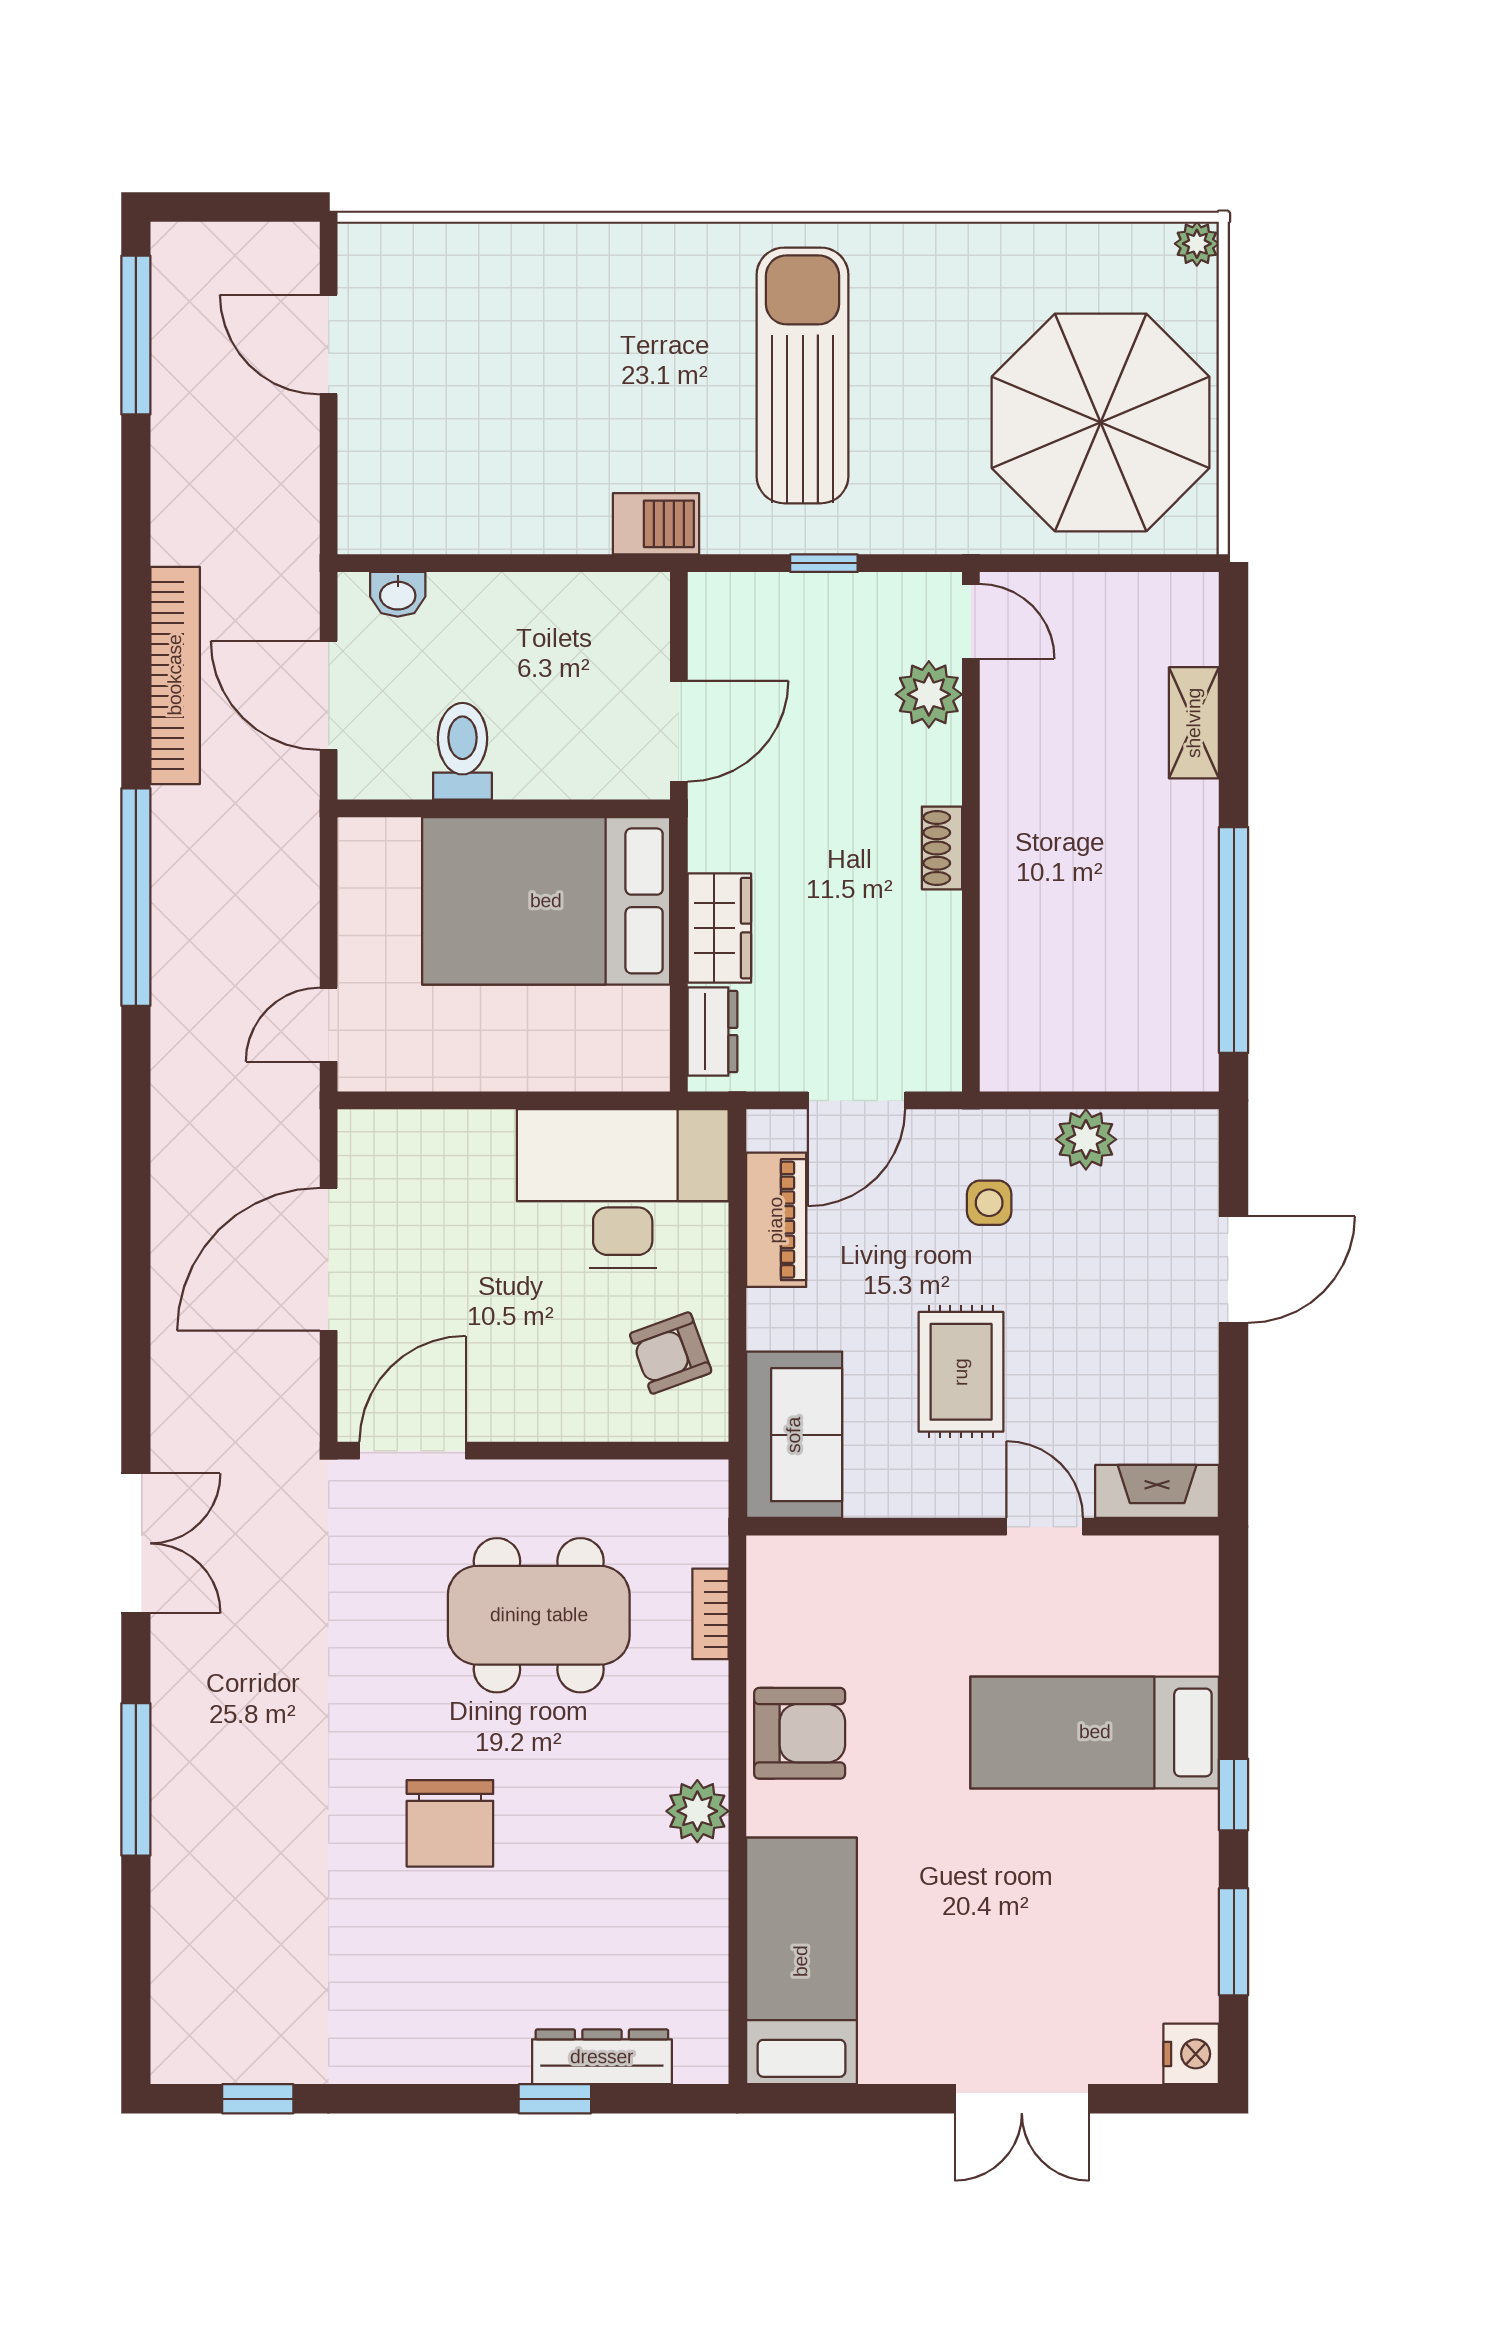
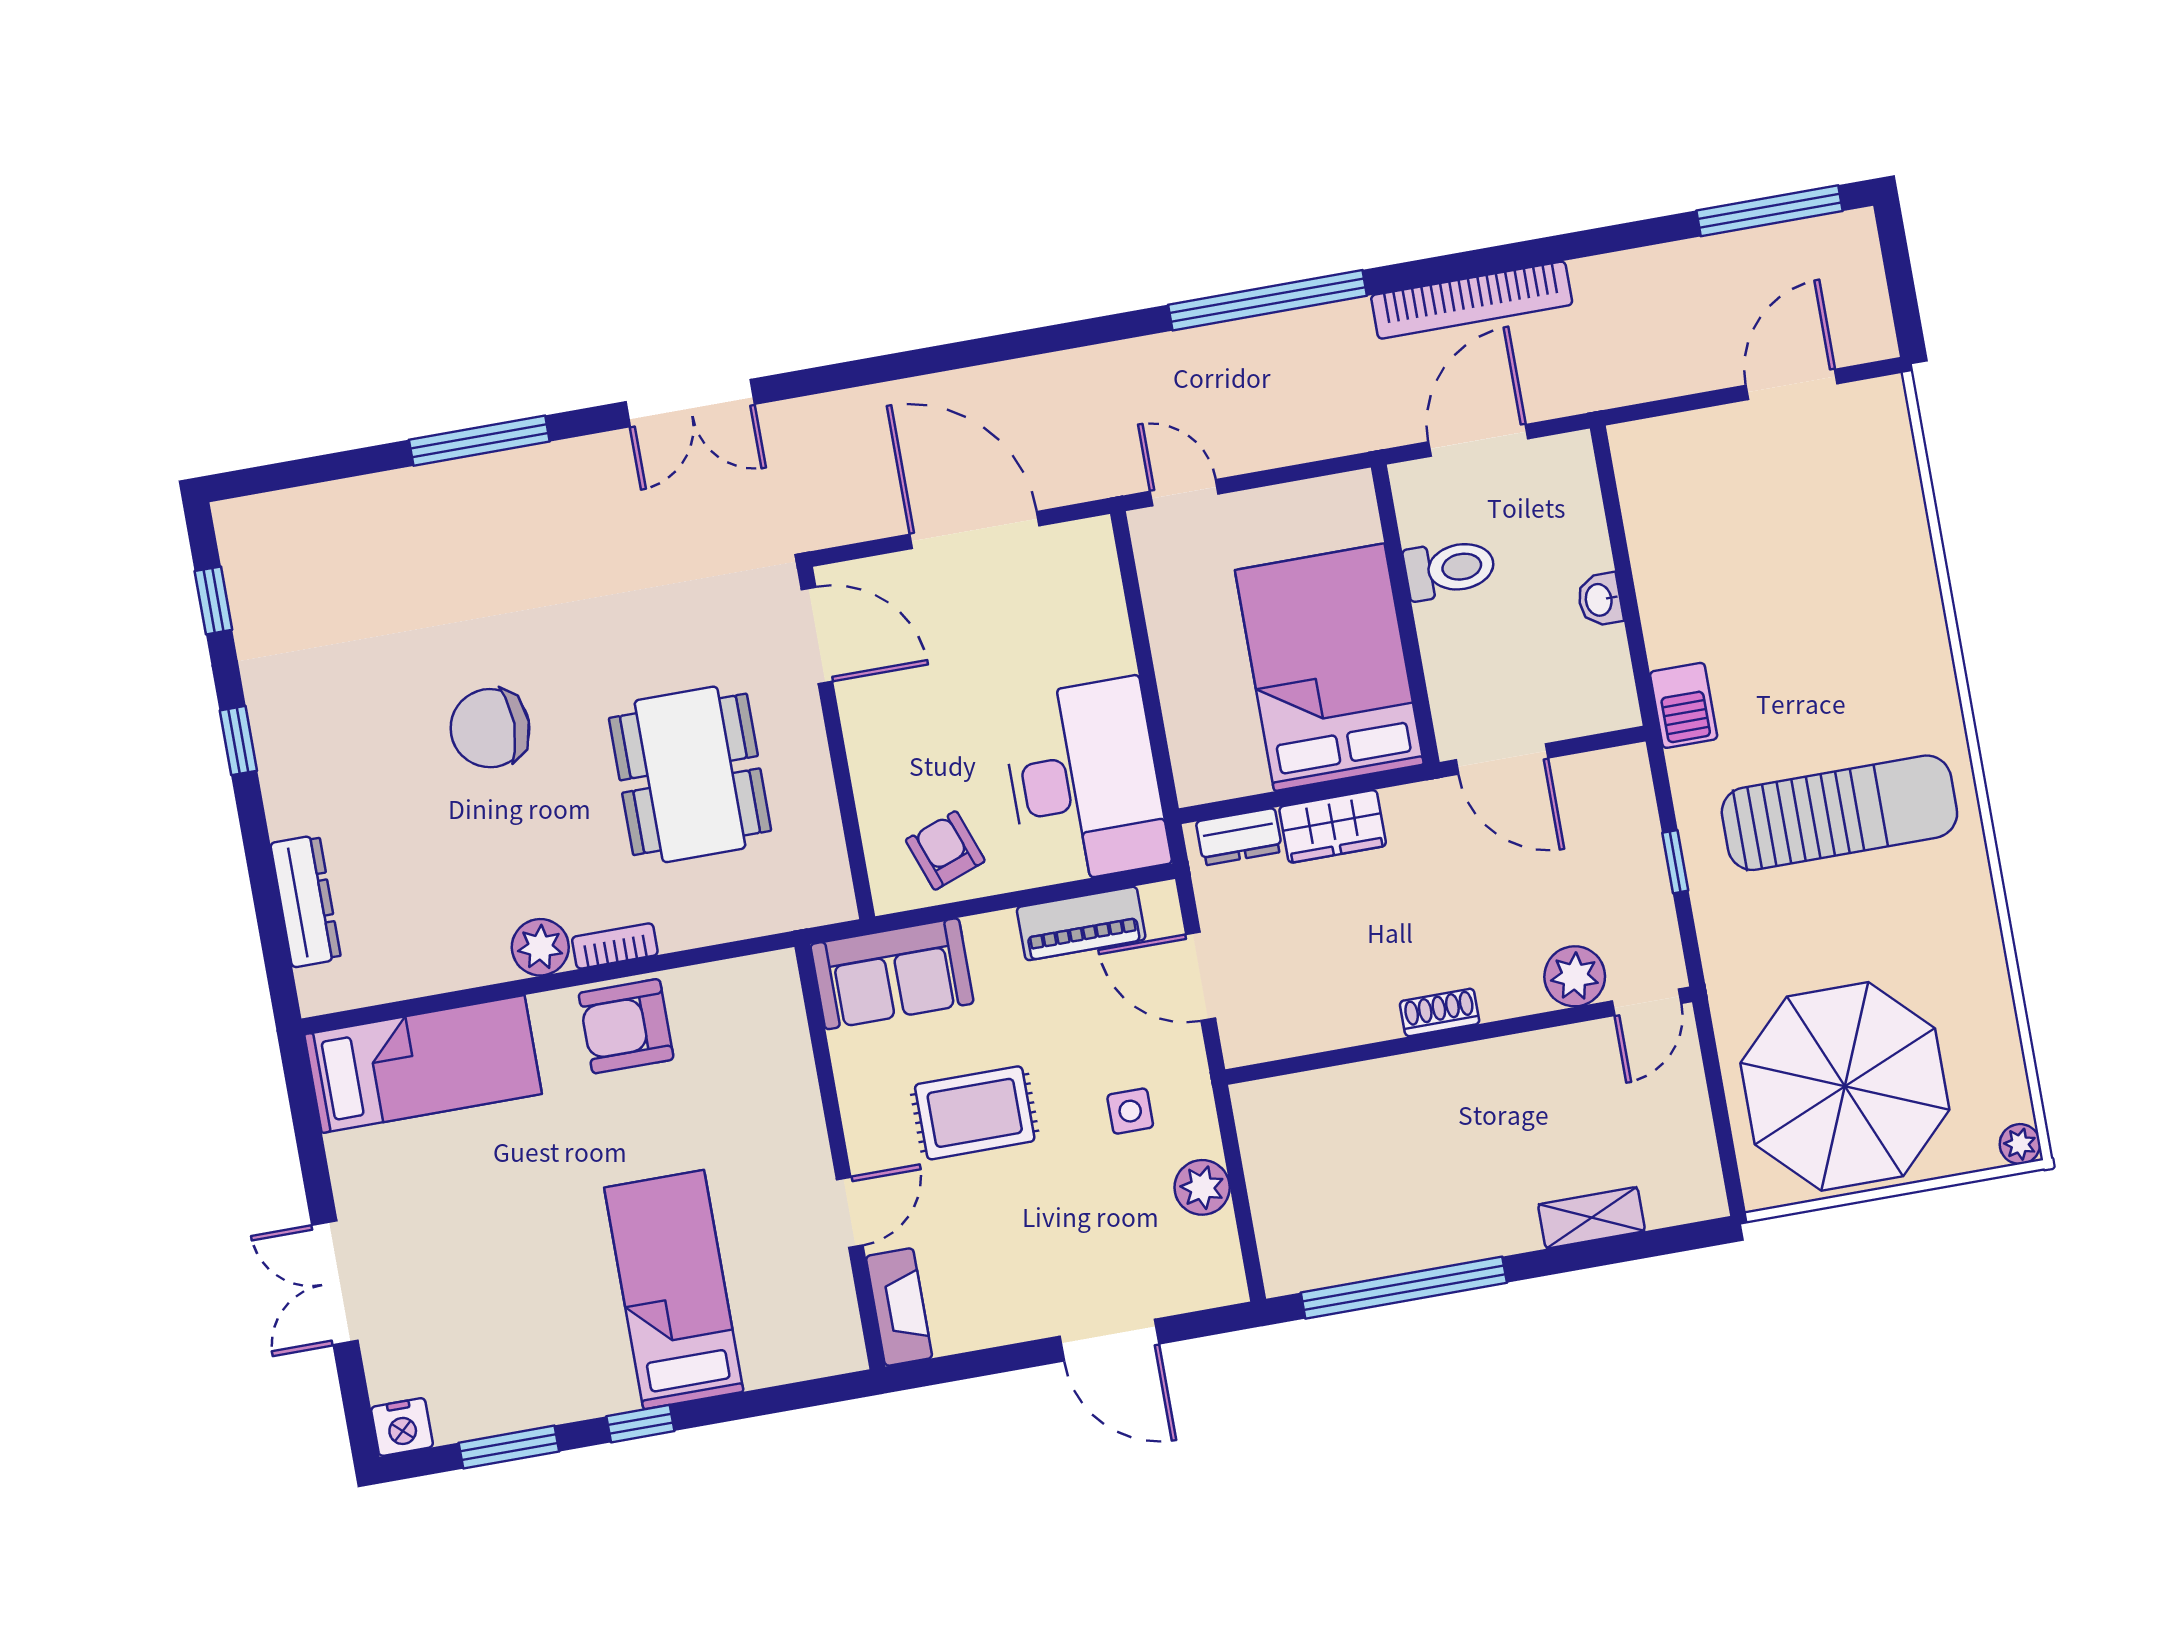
washbasin: (398, 594) -> (1600, 600), moved
bookcase: (710, 1614) -> (615, 946), moved
armchair: (800, 1733) -> (626, 1026), turned 90
window: (555, 2099) -> (238, 741), moved

